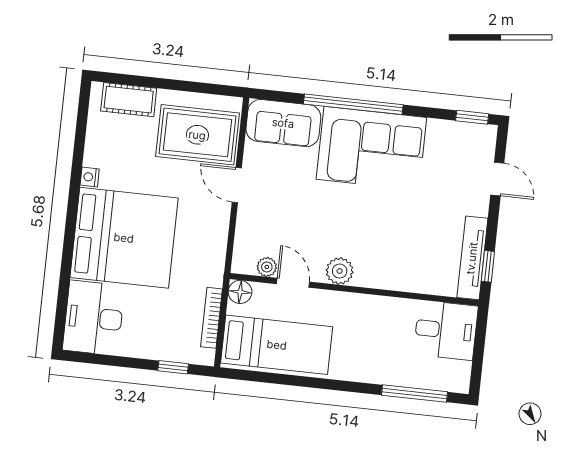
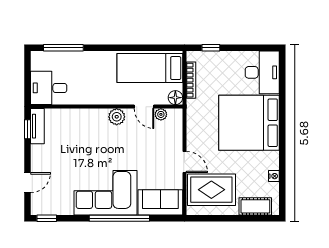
nightstand: (90, 177) -> (274, 176), moved
door: (497, 179) -> (27, 183), swing flipped
tv unit: (472, 258) -> (37, 126), width x0.71

